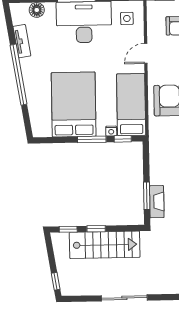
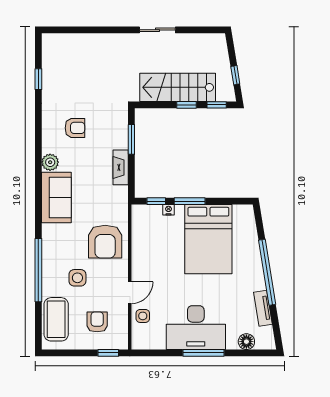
side table: (127, 18) -> (143, 316), moved
bed: (131, 105) -> (146, 238), removed
fireplace: (157, 202) -> (121, 167), moved
window: (56, 281) -> (235, 75), moved
sliding door: (124, 298) -> (157, 30), width x0.73

